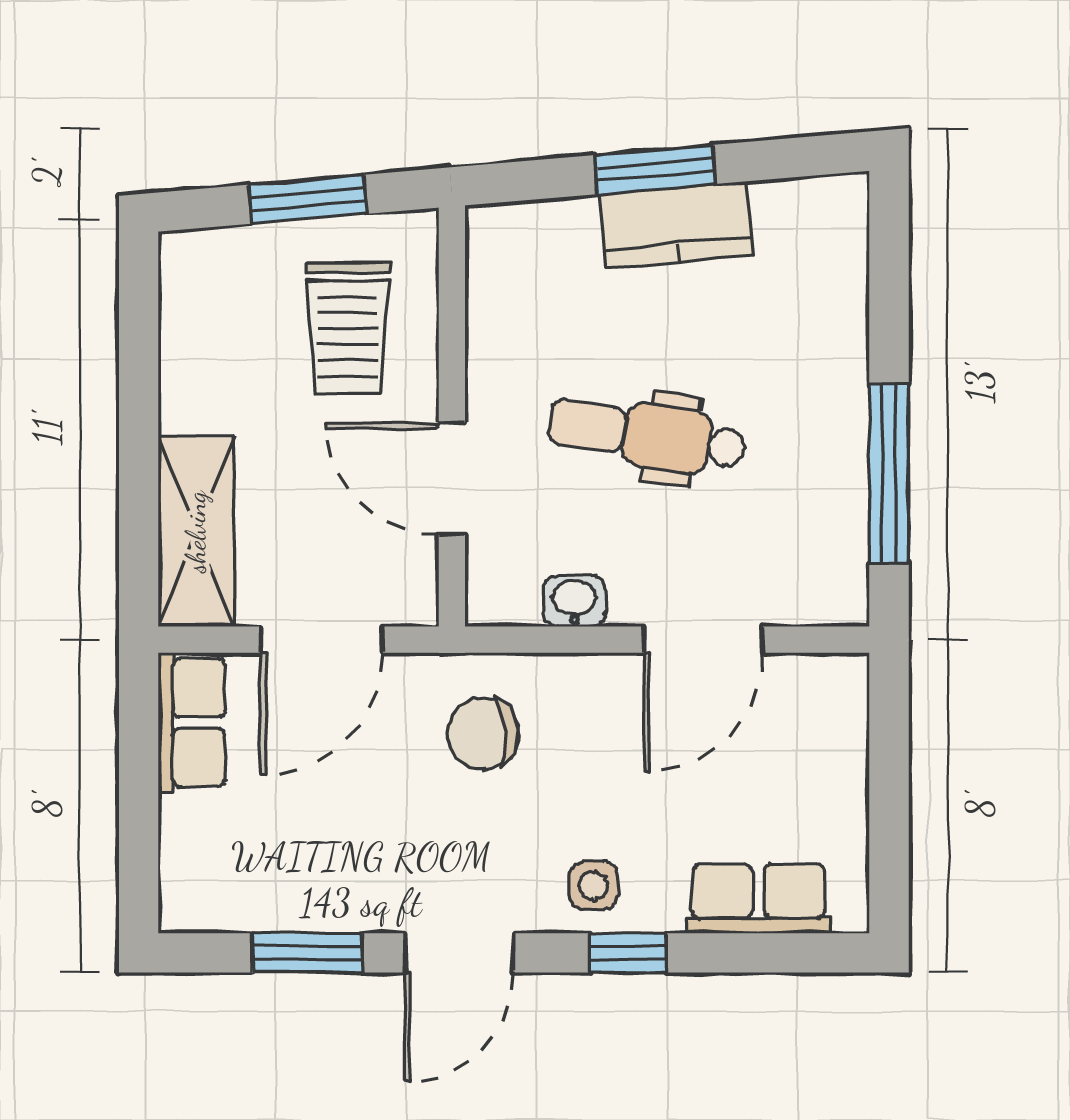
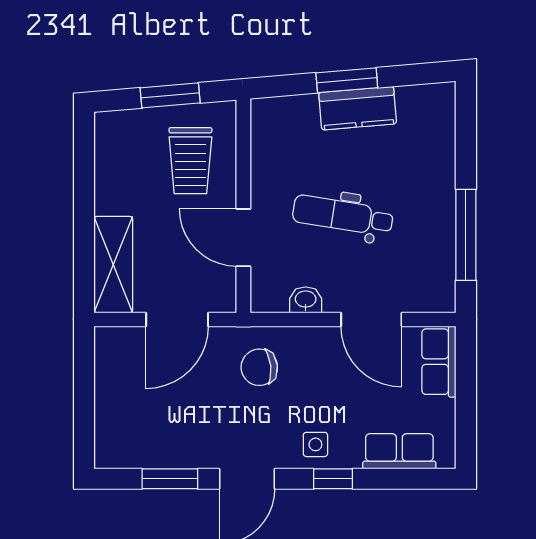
door: (703, 640) -> (371, 319), hinge flipped
row of seats: (192, 723) -> (439, 362), moved, turned 180

